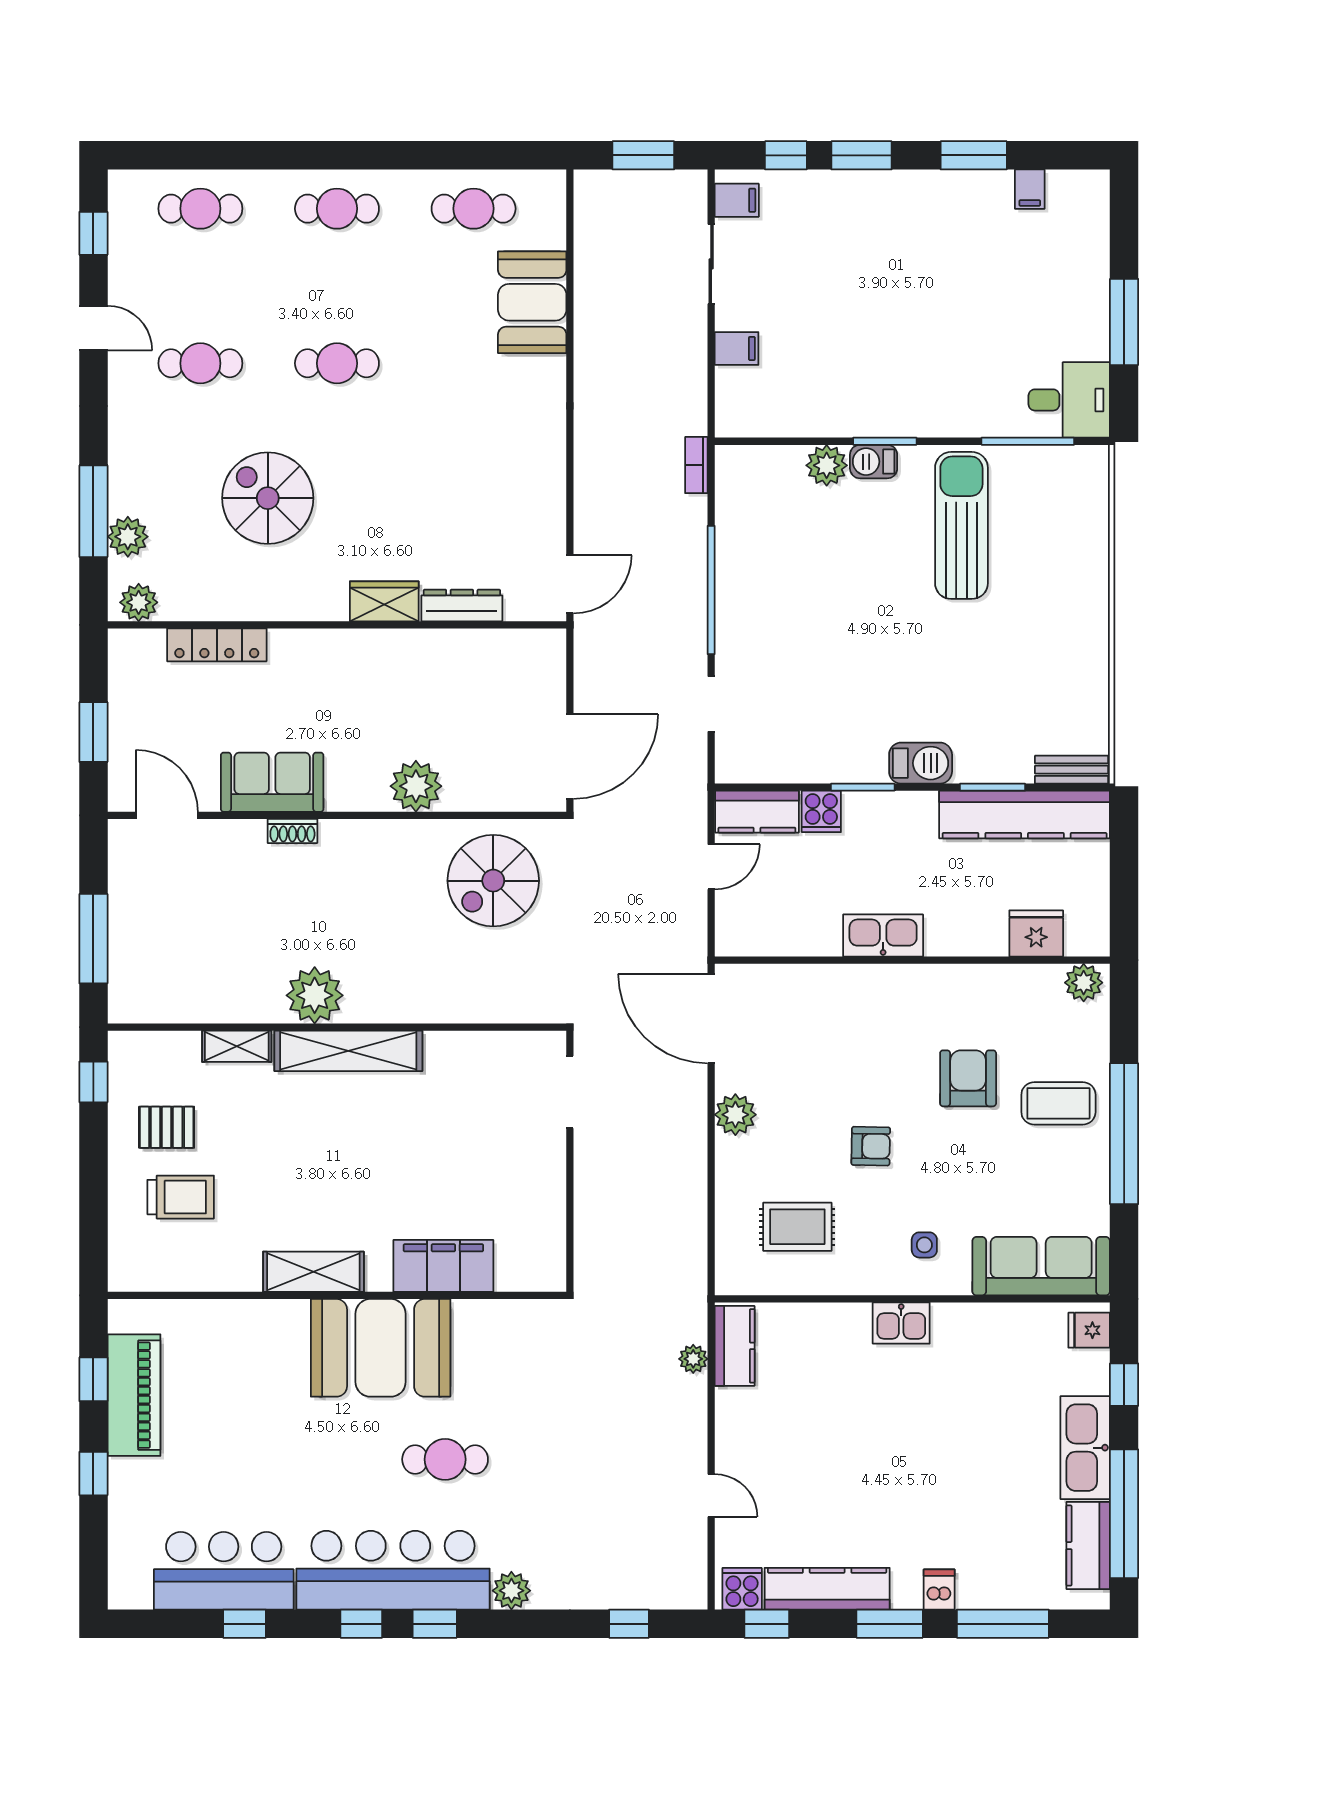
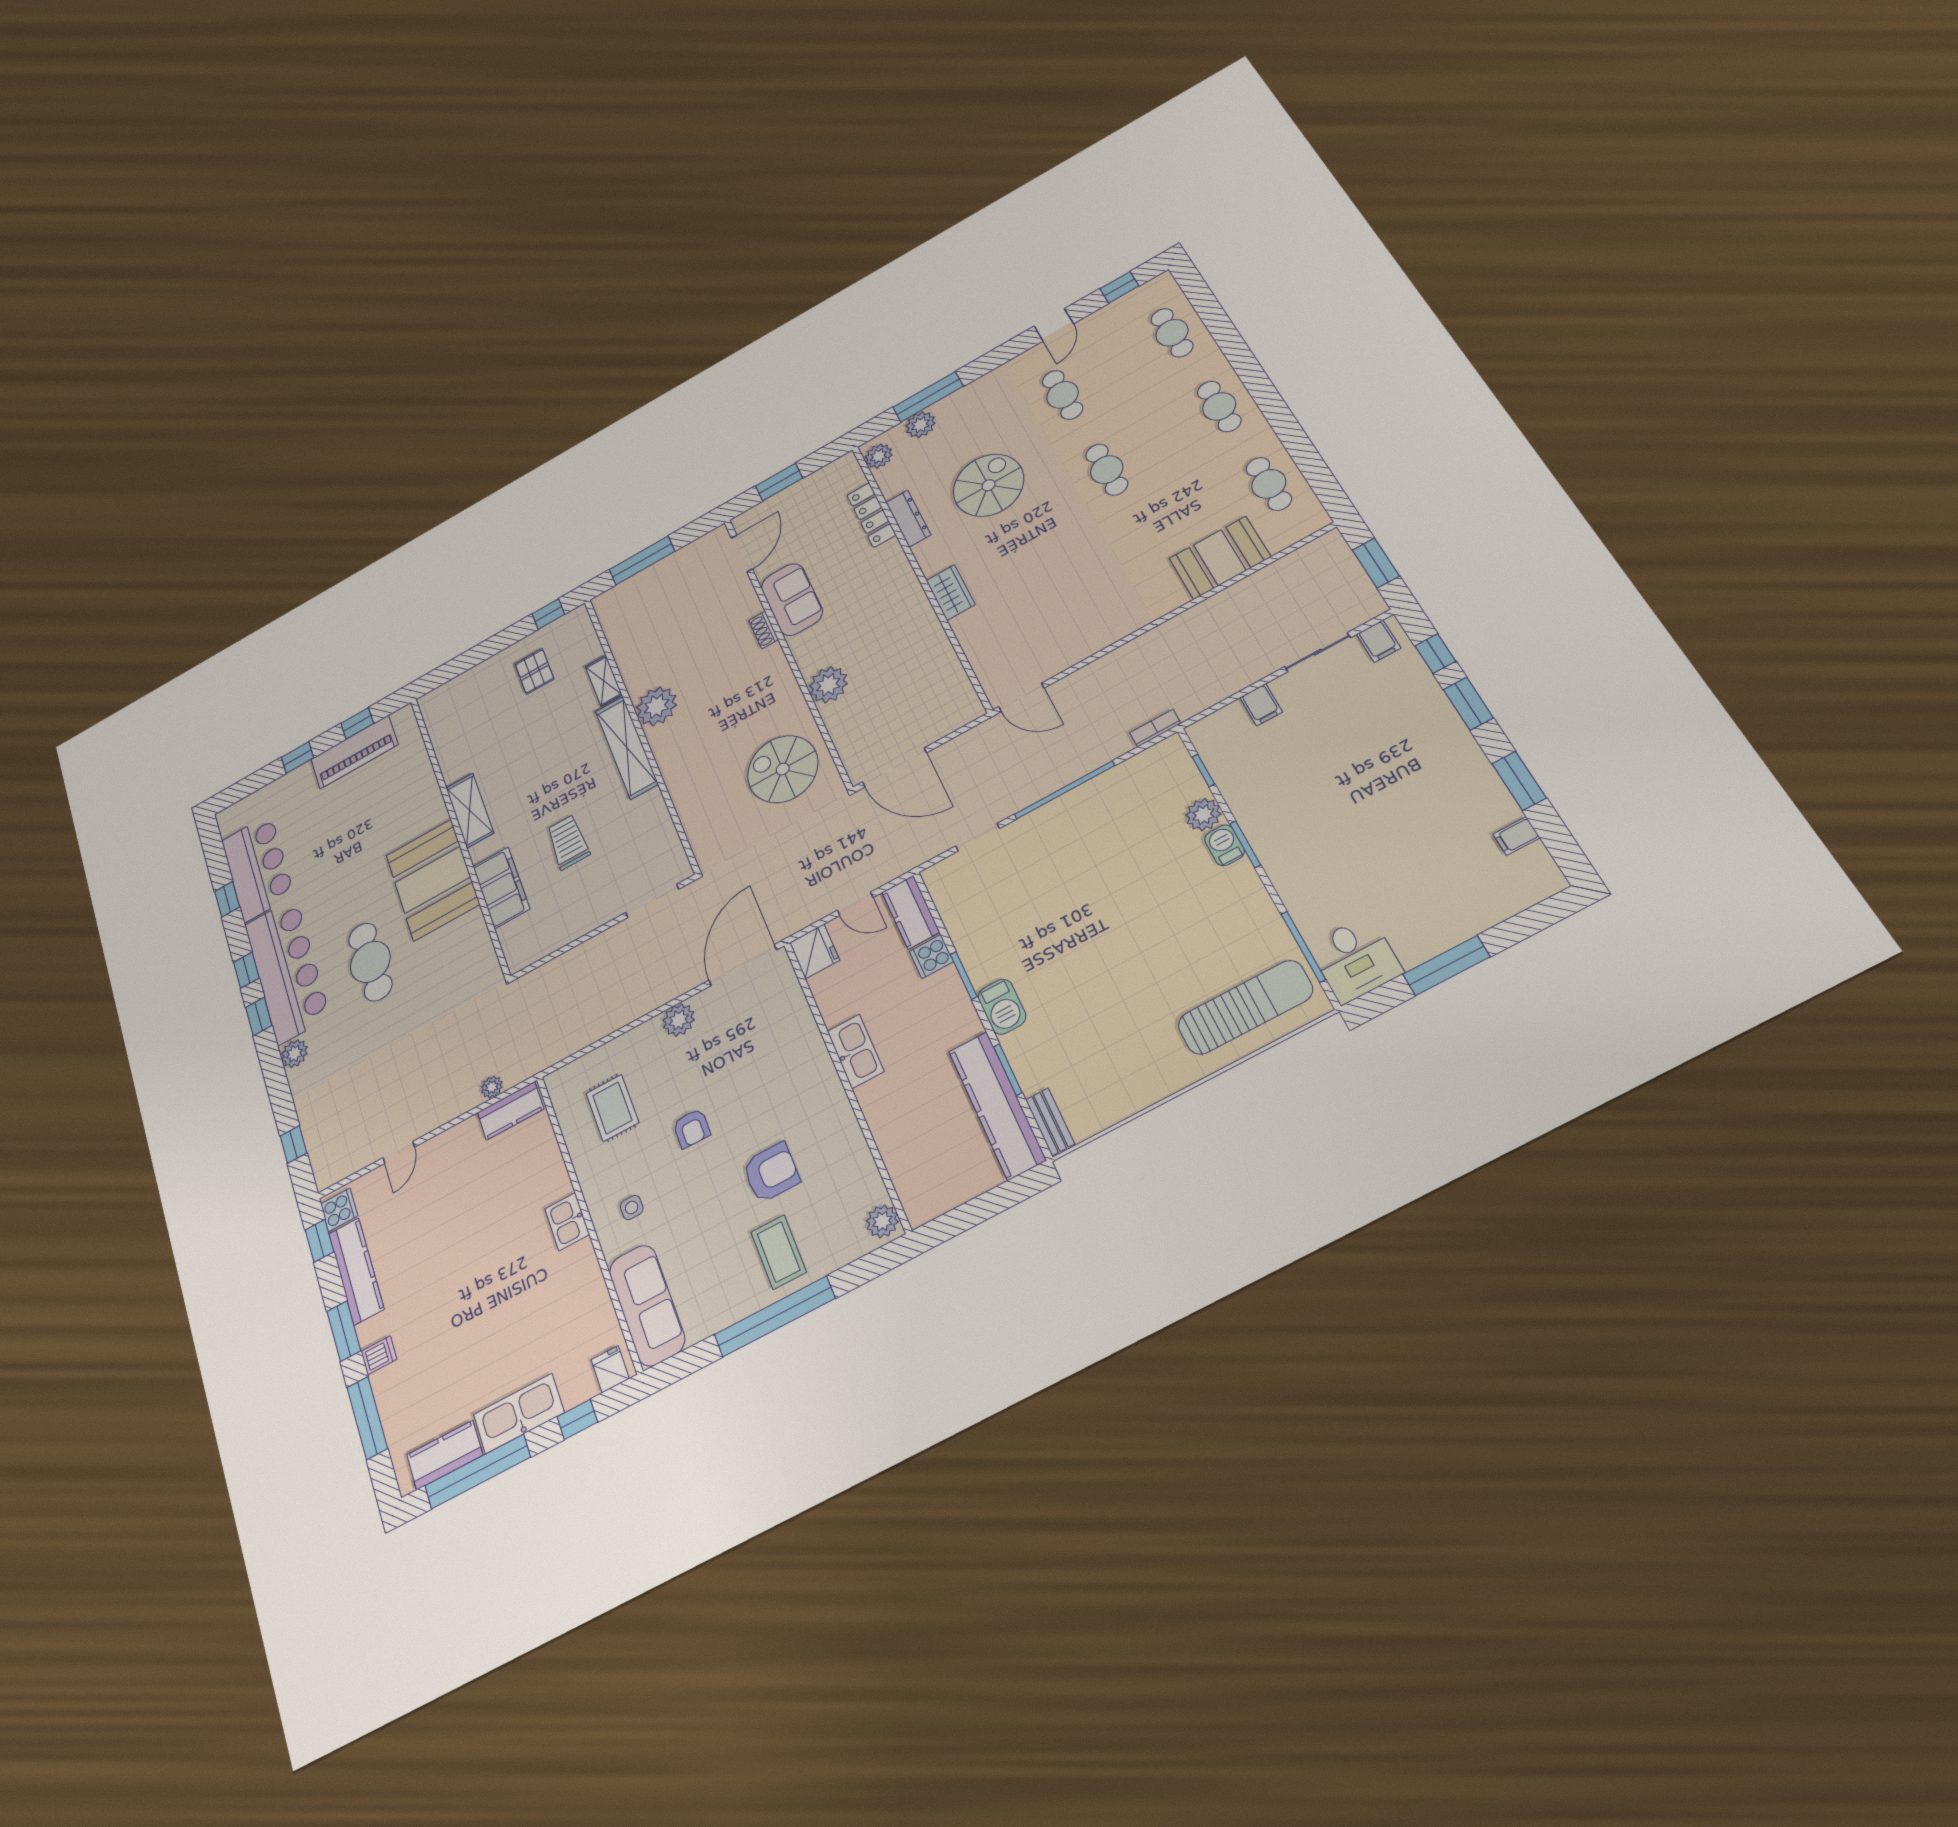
window: (776, 441) -> (1203, 770), added
sun lounger: (961, 525) -> (1245, 1007), moved
dresser: (462, 605) -> (908, 518), moved
fridge: (1036, 933) -> (815, 951), moved
trolley: (181, 1197) -> (568, 842), moved, turned 180
cafe table: (445, 1459) -> (370, 962), width x1.37, depth x1.35

